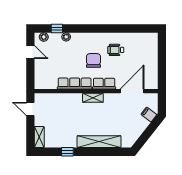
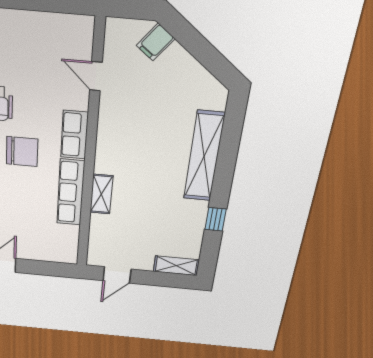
chair: (93, 60) -> (22, 152), turned 180
door: (132, 91) -> (96, 76), width x0.53
shelving: (93, 98) -> (101, 194), moved

